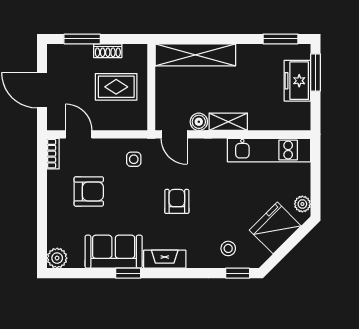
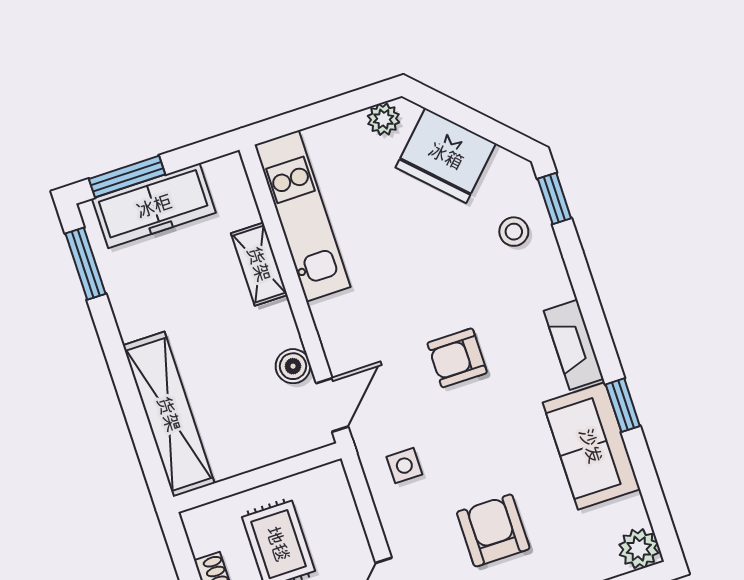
freezer: (297, 81) -> (154, 206), width x1.40
shelving: (228, 122) -> (259, 264), moved

